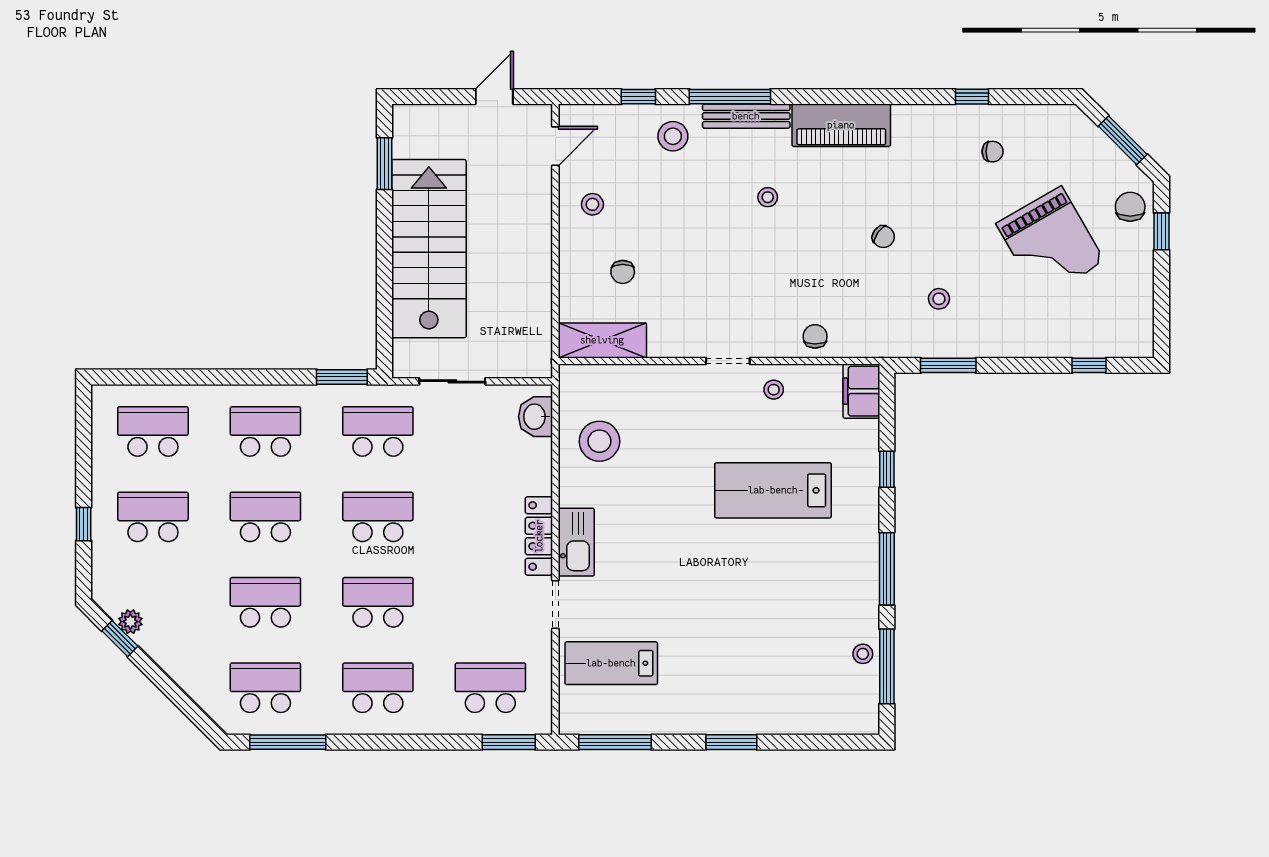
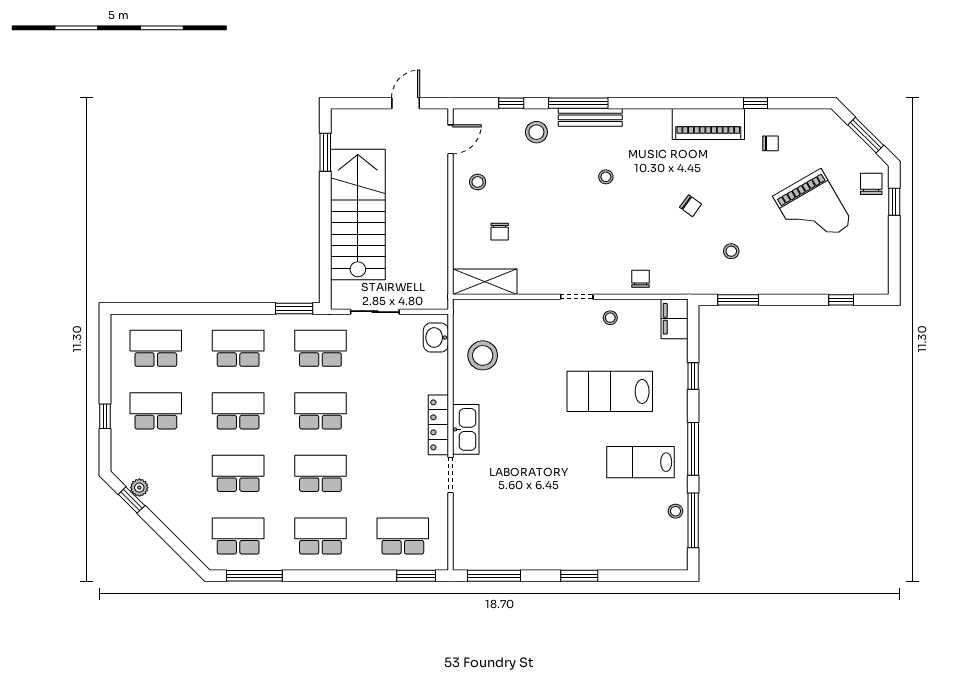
piano: (841, 125) -> (708, 124), moved
lab bench: (611, 663) -> (641, 462), moved

